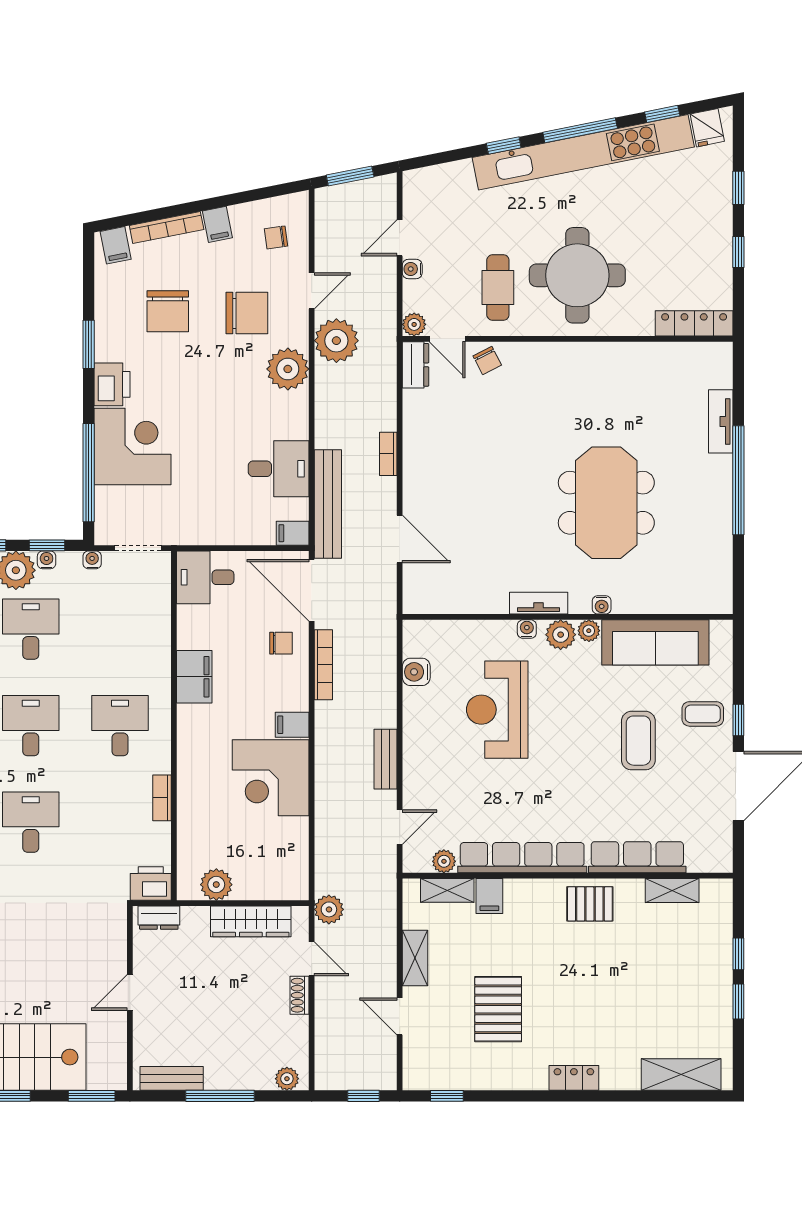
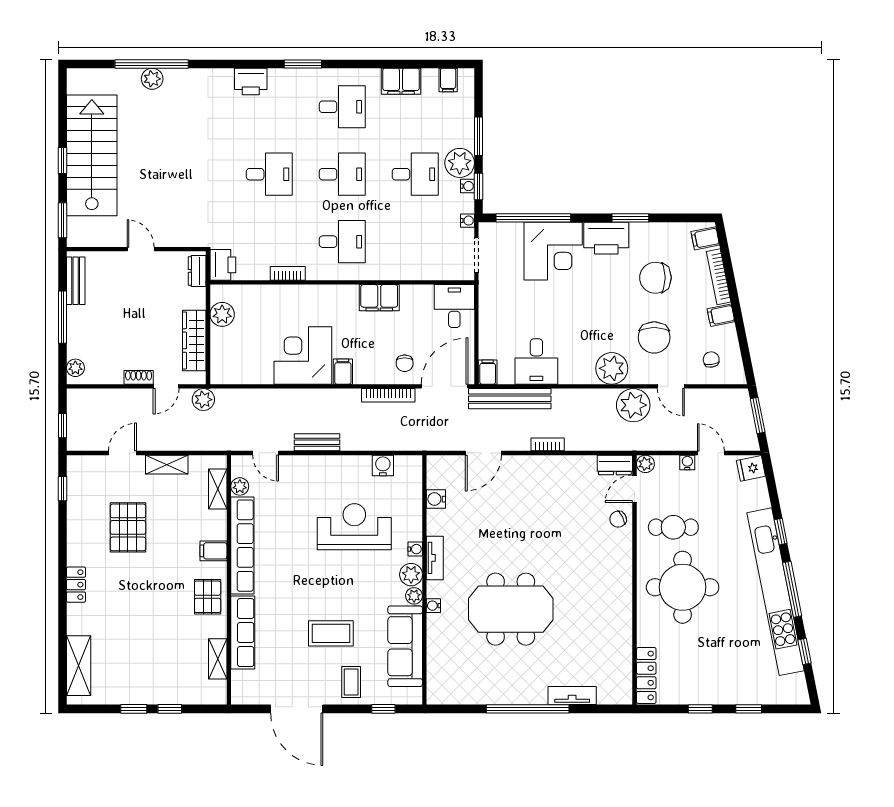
fridge: (707, 128) -> (751, 468), moved
printer: (112, 384) -> (606, 238), width x1.37, depth x1.19
water cooler: (461, 602) -> (436, 499), added
window: (738, 720) -> (383, 709), moved
filing cabinet: (489, 896) -> (214, 551), moved
pallet: (498, 1009) -> (128, 527), turned 90

